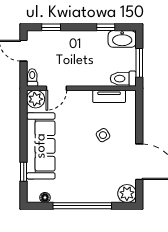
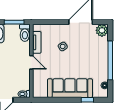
door: (56, 88) -> (31, 62), moved
plant: (36, 99) -> (39, 92), removed

